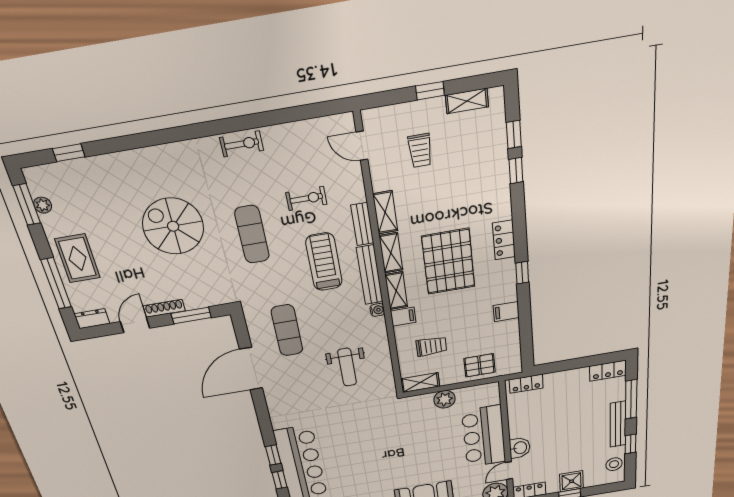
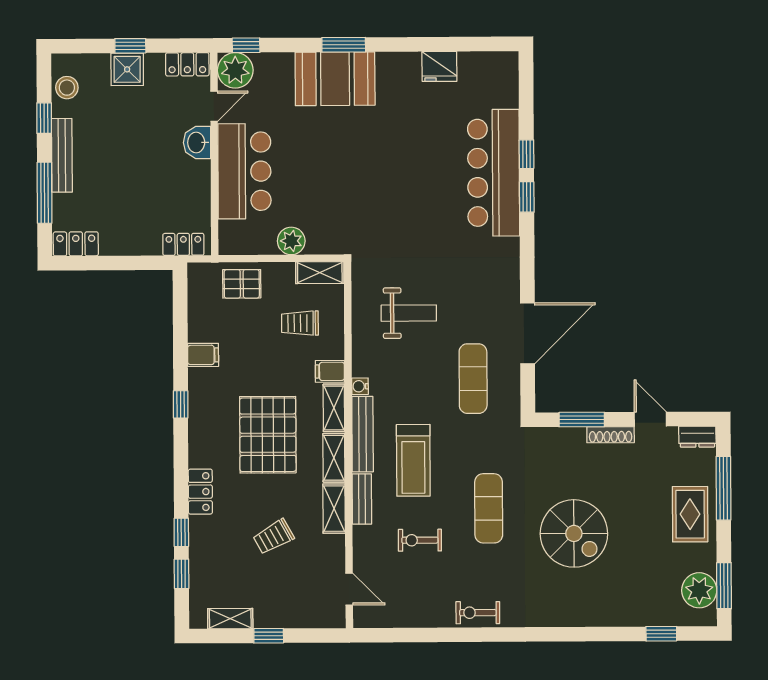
trolley: (420, 150) -> (274, 537), moved, turned -119
plant: (43, 205) -> (699, 590), width x1.88, depth x1.88
locker: (504, 240) -> (200, 492), moved
door: (135, 325) -> (650, 419), swing flipped
weight bench: (347, 367) -> (409, 313), turned 90

